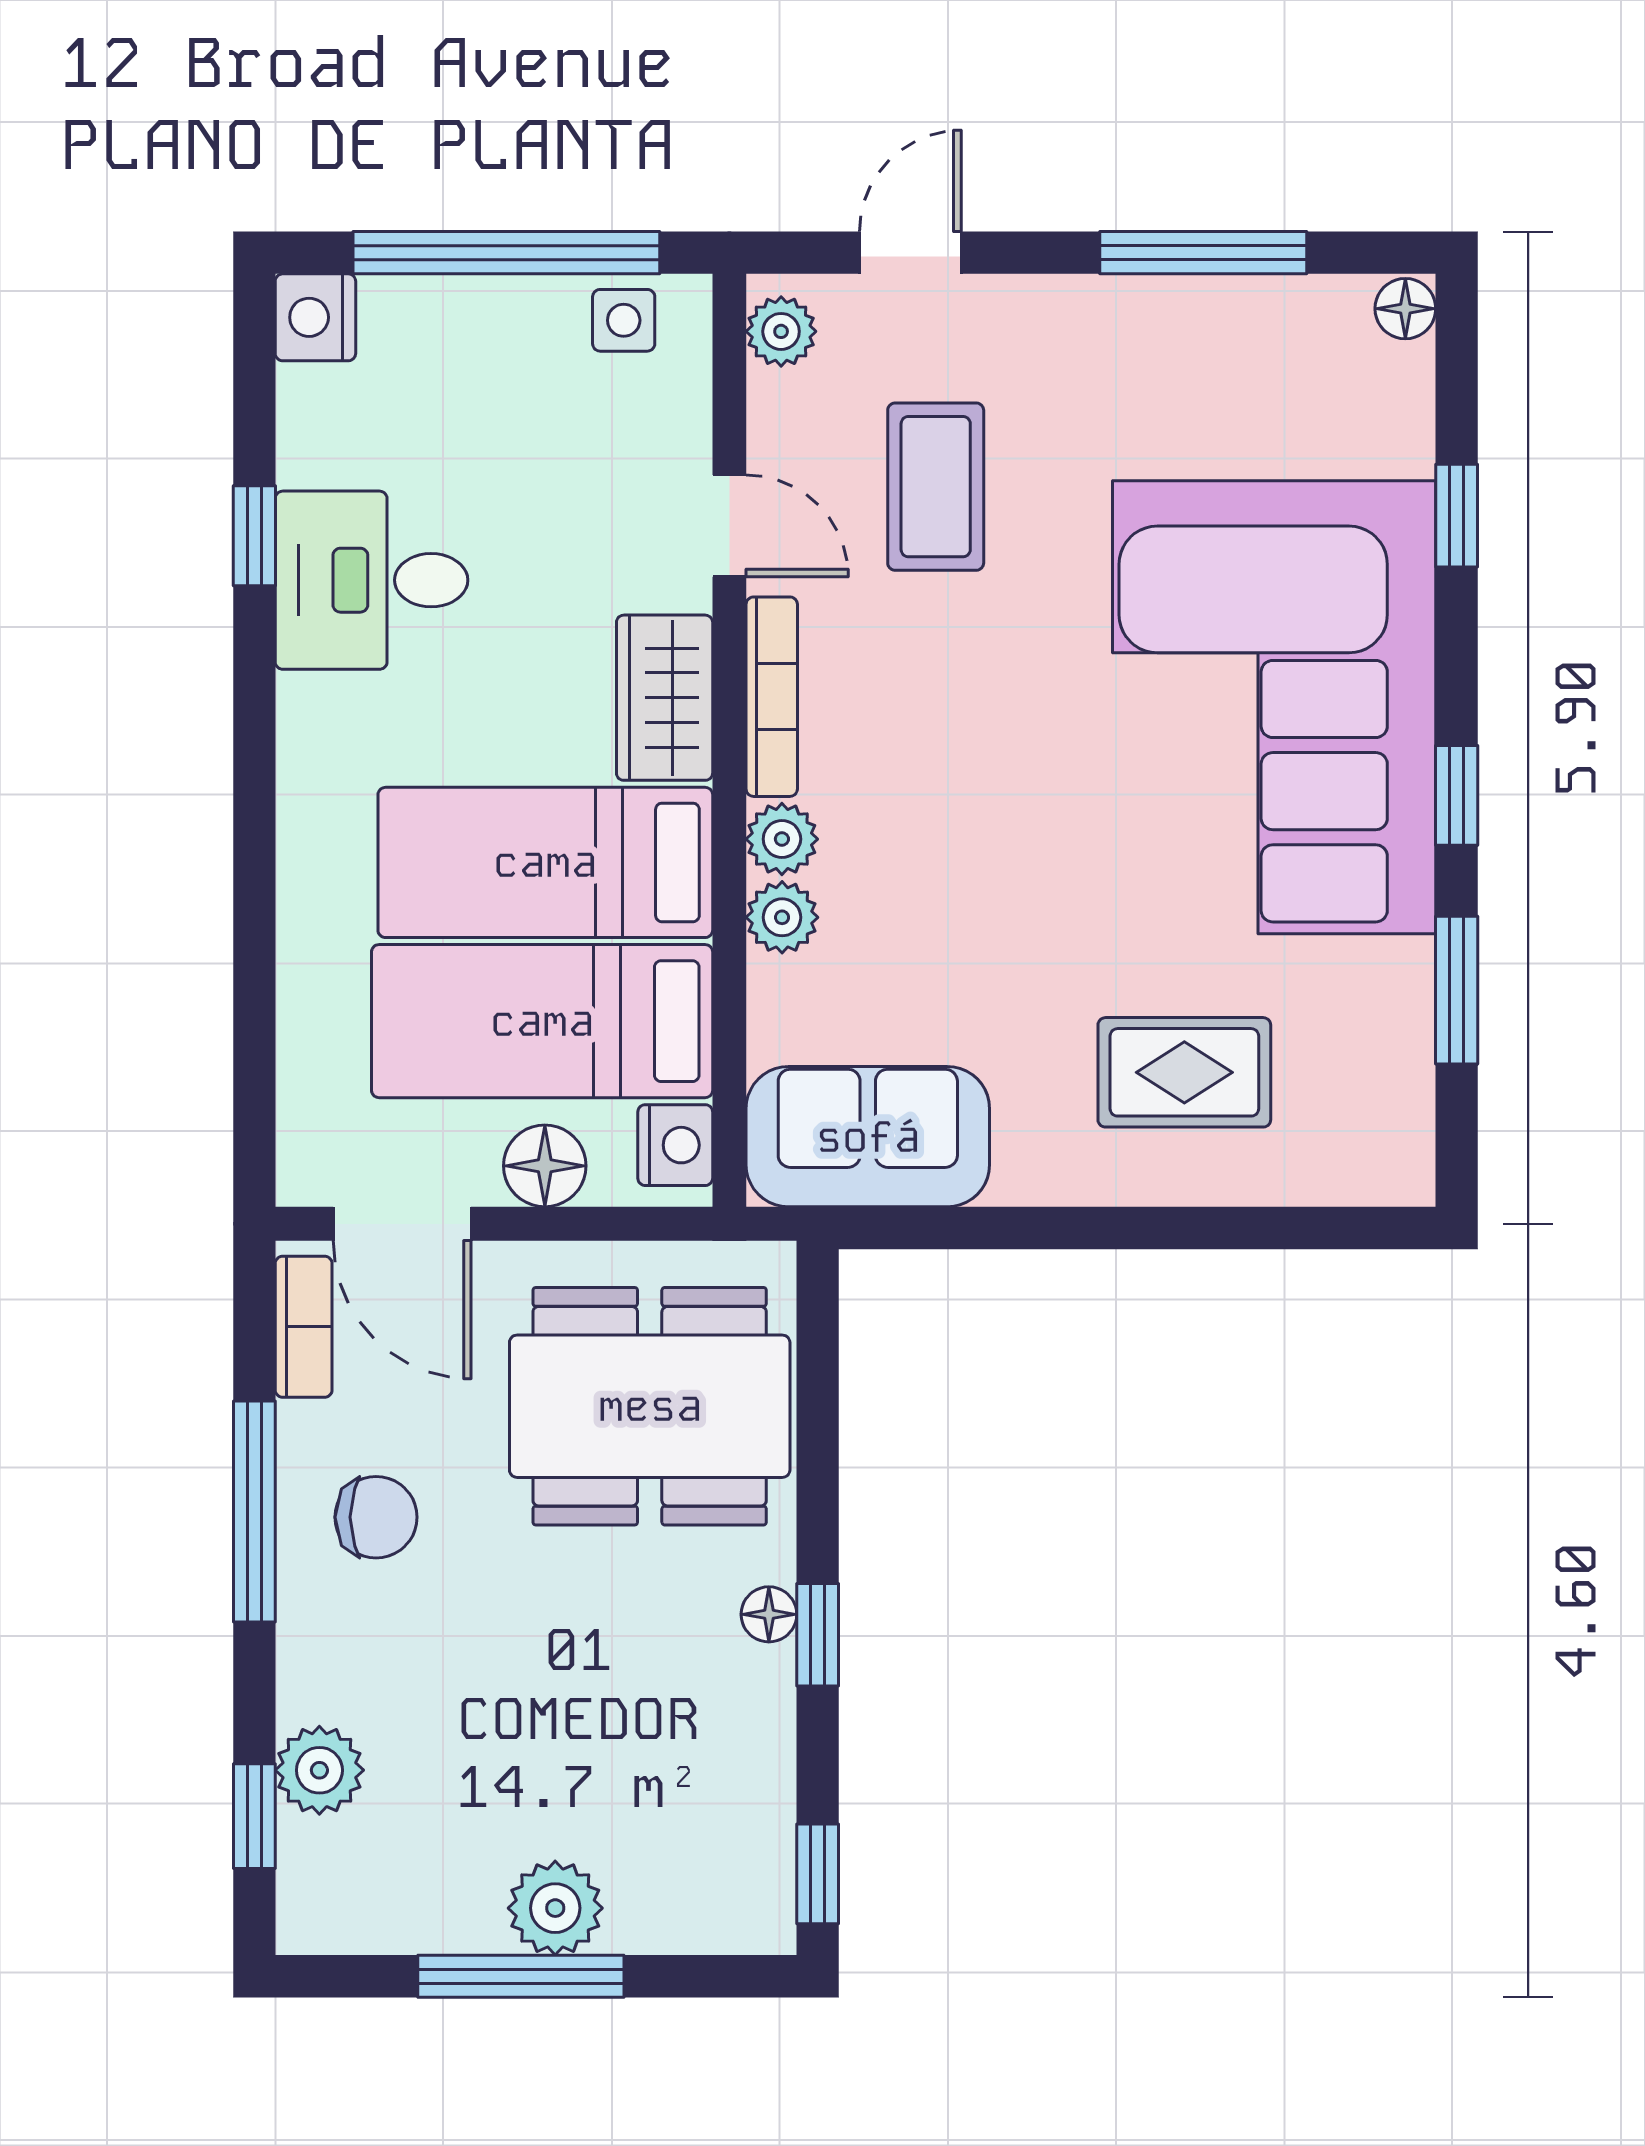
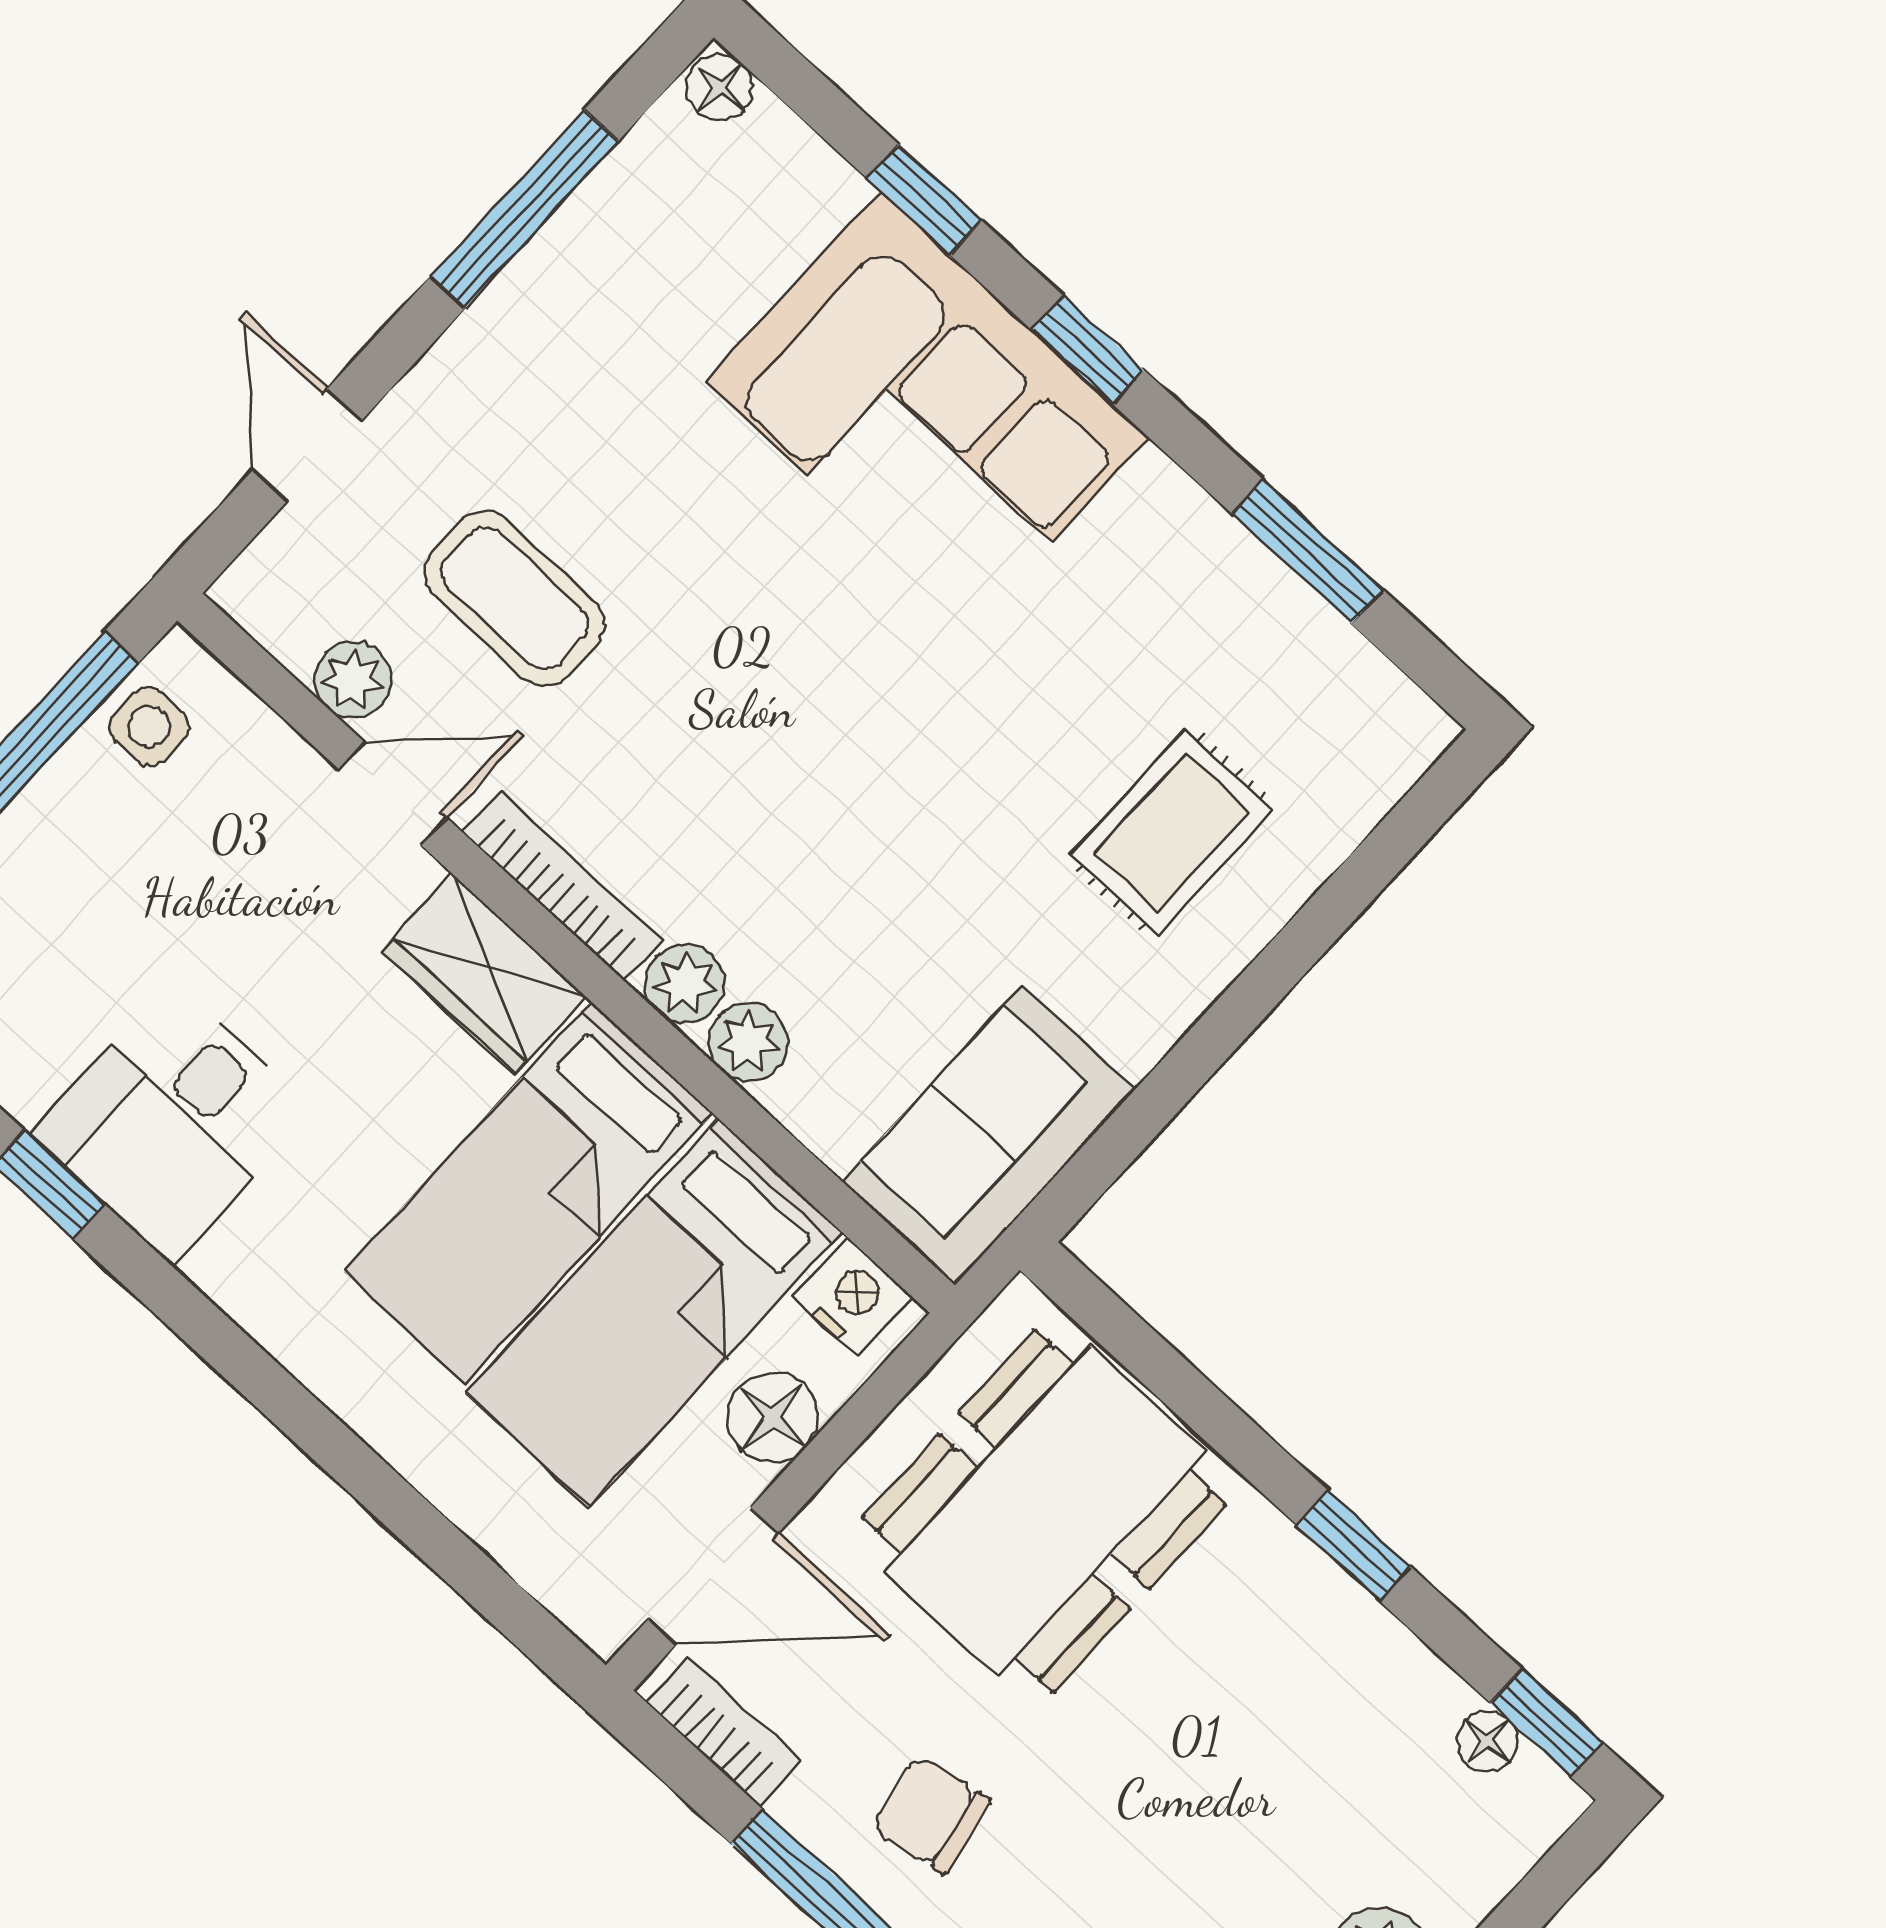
plant: (781, 331) -> (353, 680), moved
corner sofa: (1274, 707) -> (927, 410), width x0.73, depth x0.74
window: (1457, 795) -> (1088, 350), moved
chair: (376, 1517) -> (931, 1814), turned -101
floor lamp: (769, 1614) -> (1487, 1741), moved

